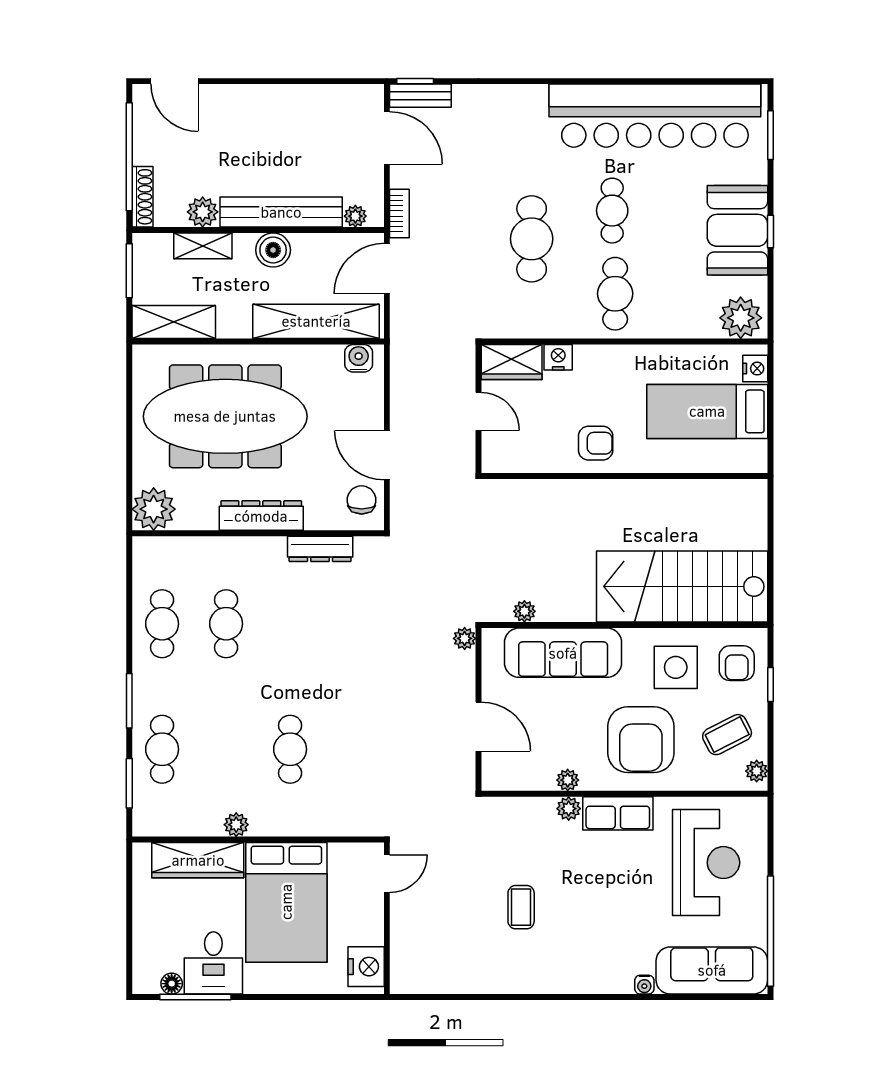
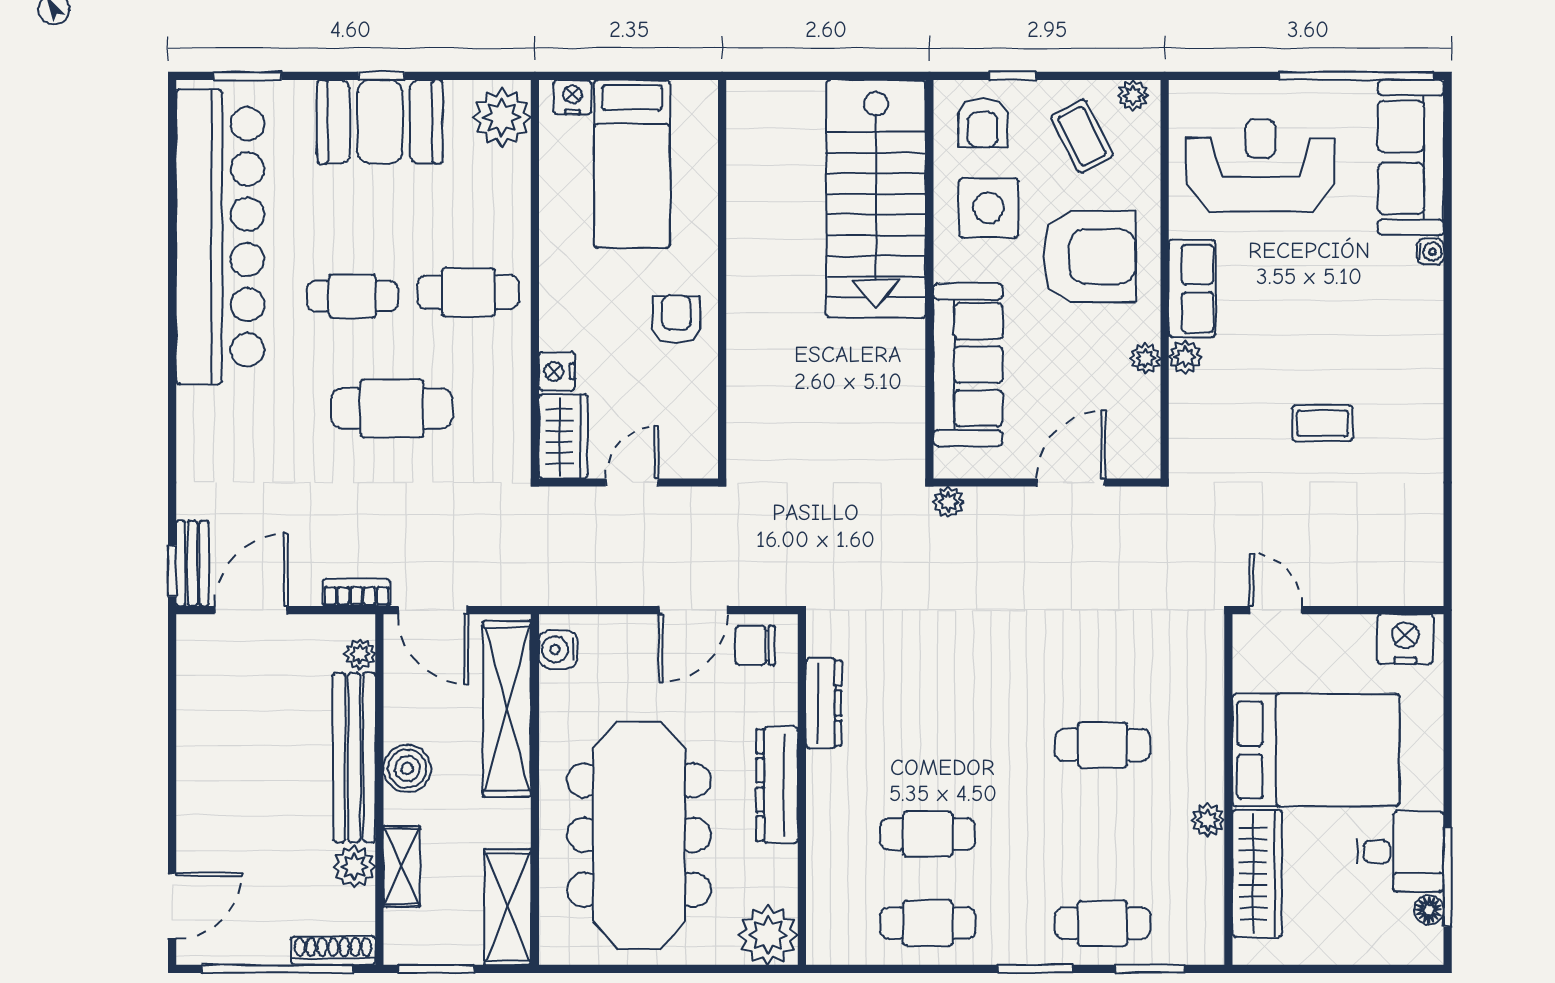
plant: (524, 611) -> (910, 418), removed
armchair: (737, 663) -> (983, 123), turned 90

